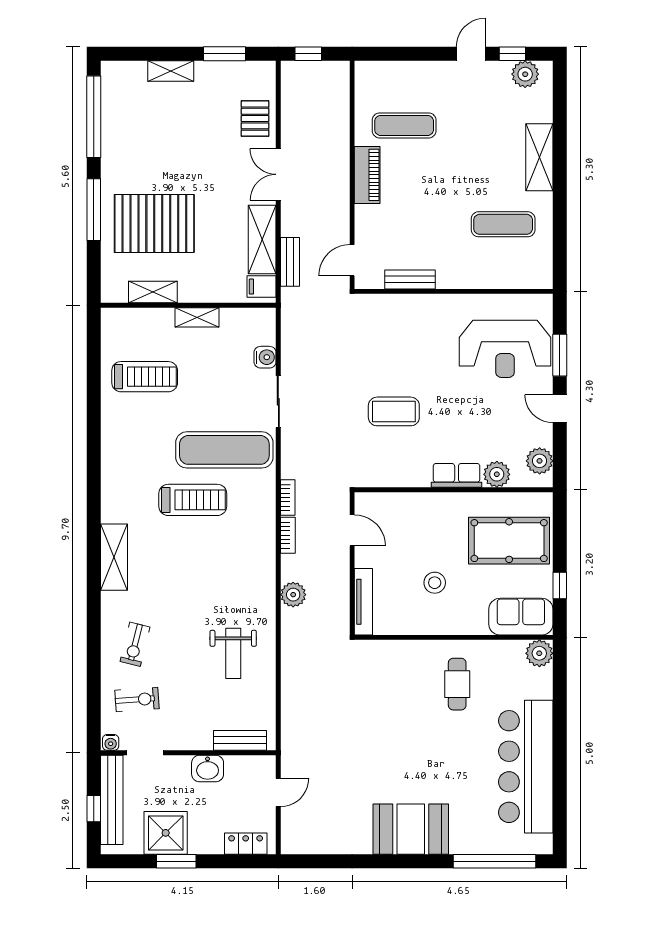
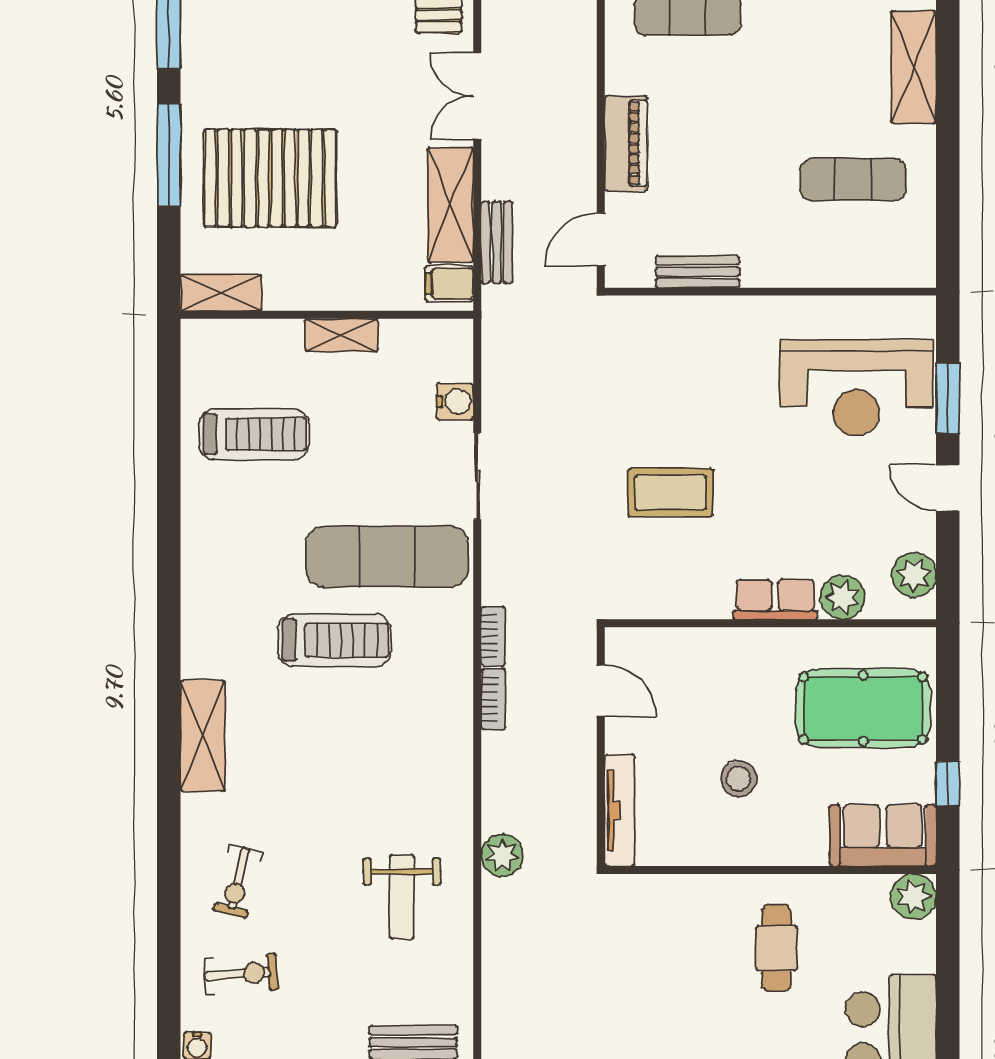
piano: (367, 175) -> (626, 143), moved
shelving: (153, 292) -> (221, 293), moved
plant: (293, 595) -> (502, 855), moved

